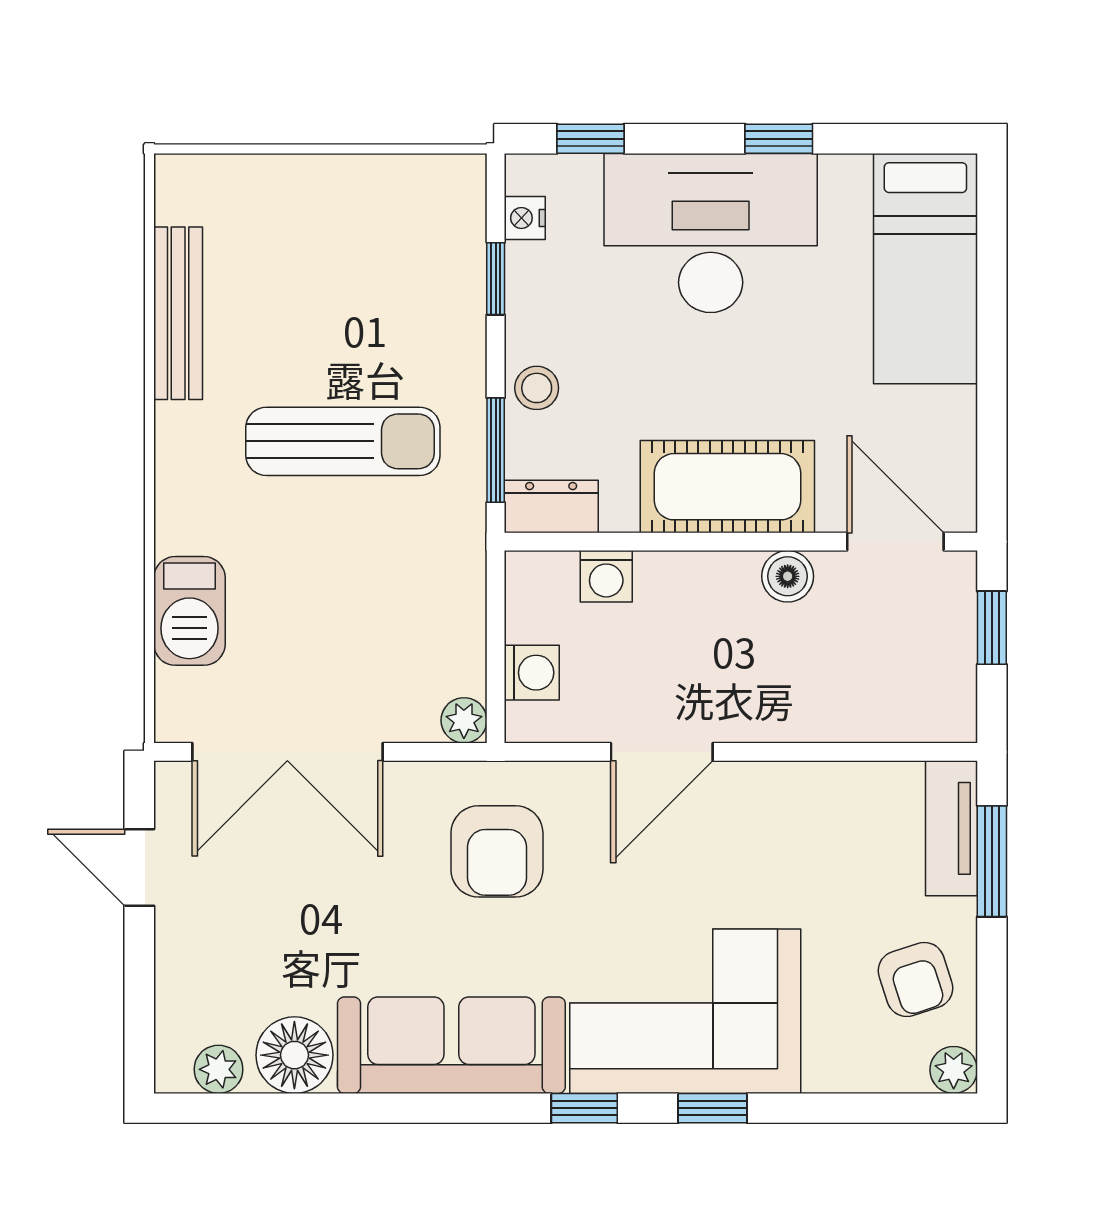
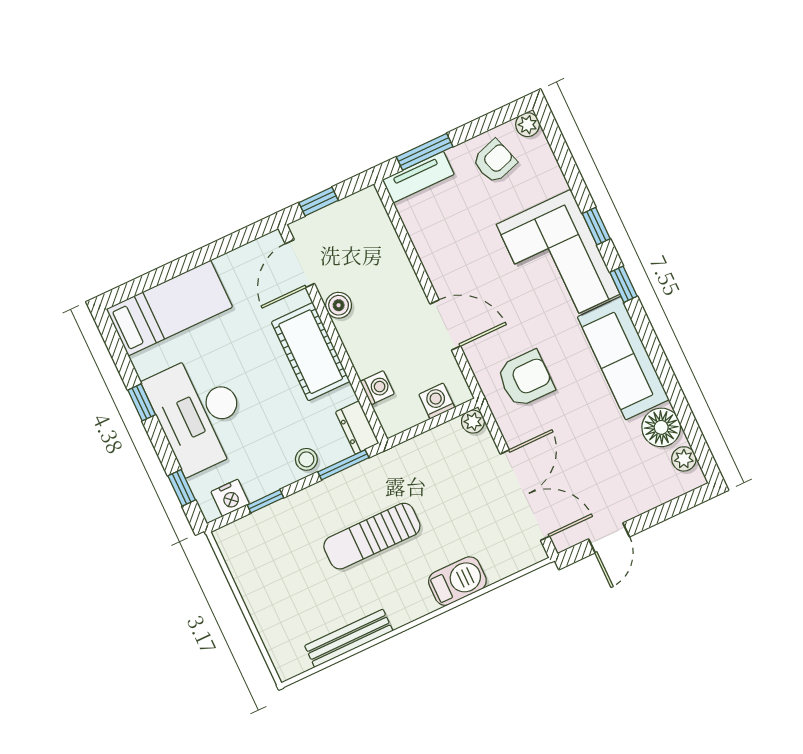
nightstand: (525, 218) -> (230, 498), width x1.39, depth x1.35
sun lounger: (343, 441) -> (372, 536), turned -90
barbecue: (189, 611) -> (457, 581), moved

